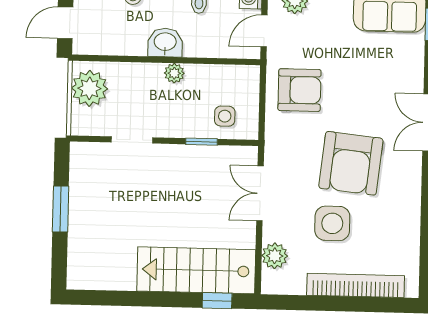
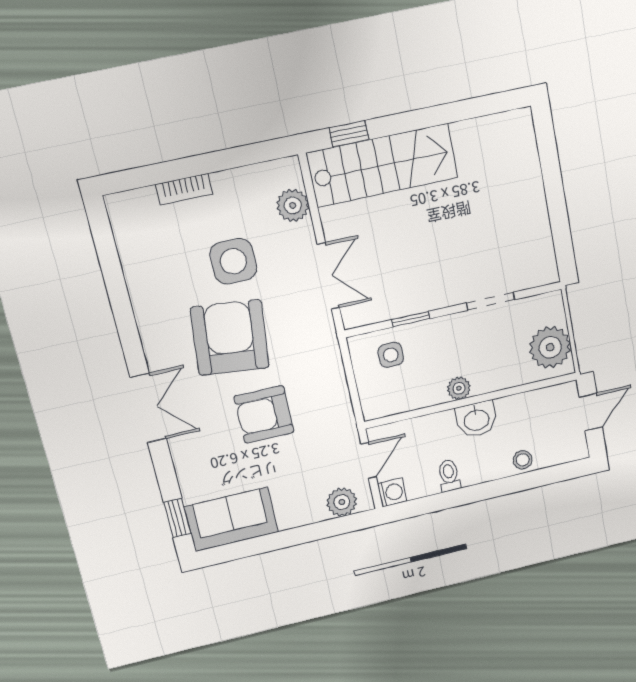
armchair: (299, 90) -> (264, 414), moved
window: (61, 209) -> (556, 201), removed
bookcase: (356, 285) -> (184, 189), width x0.43, depth x0.76

